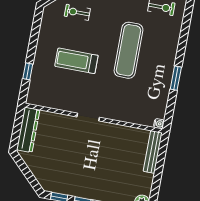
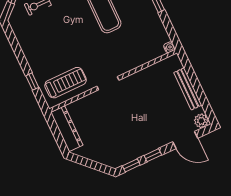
treadmill: (76, 61) -> (66, 83), moved, turned 180
bench: (153, 152) -> (188, 89), moved

